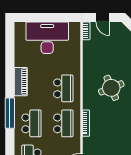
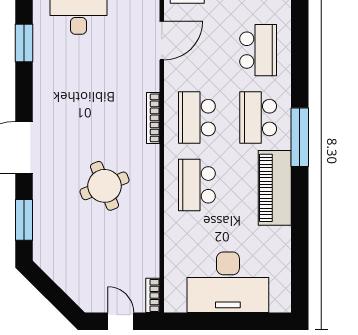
piano: (21, 82) -> (275, 188), width x1.37, depth x1.33

